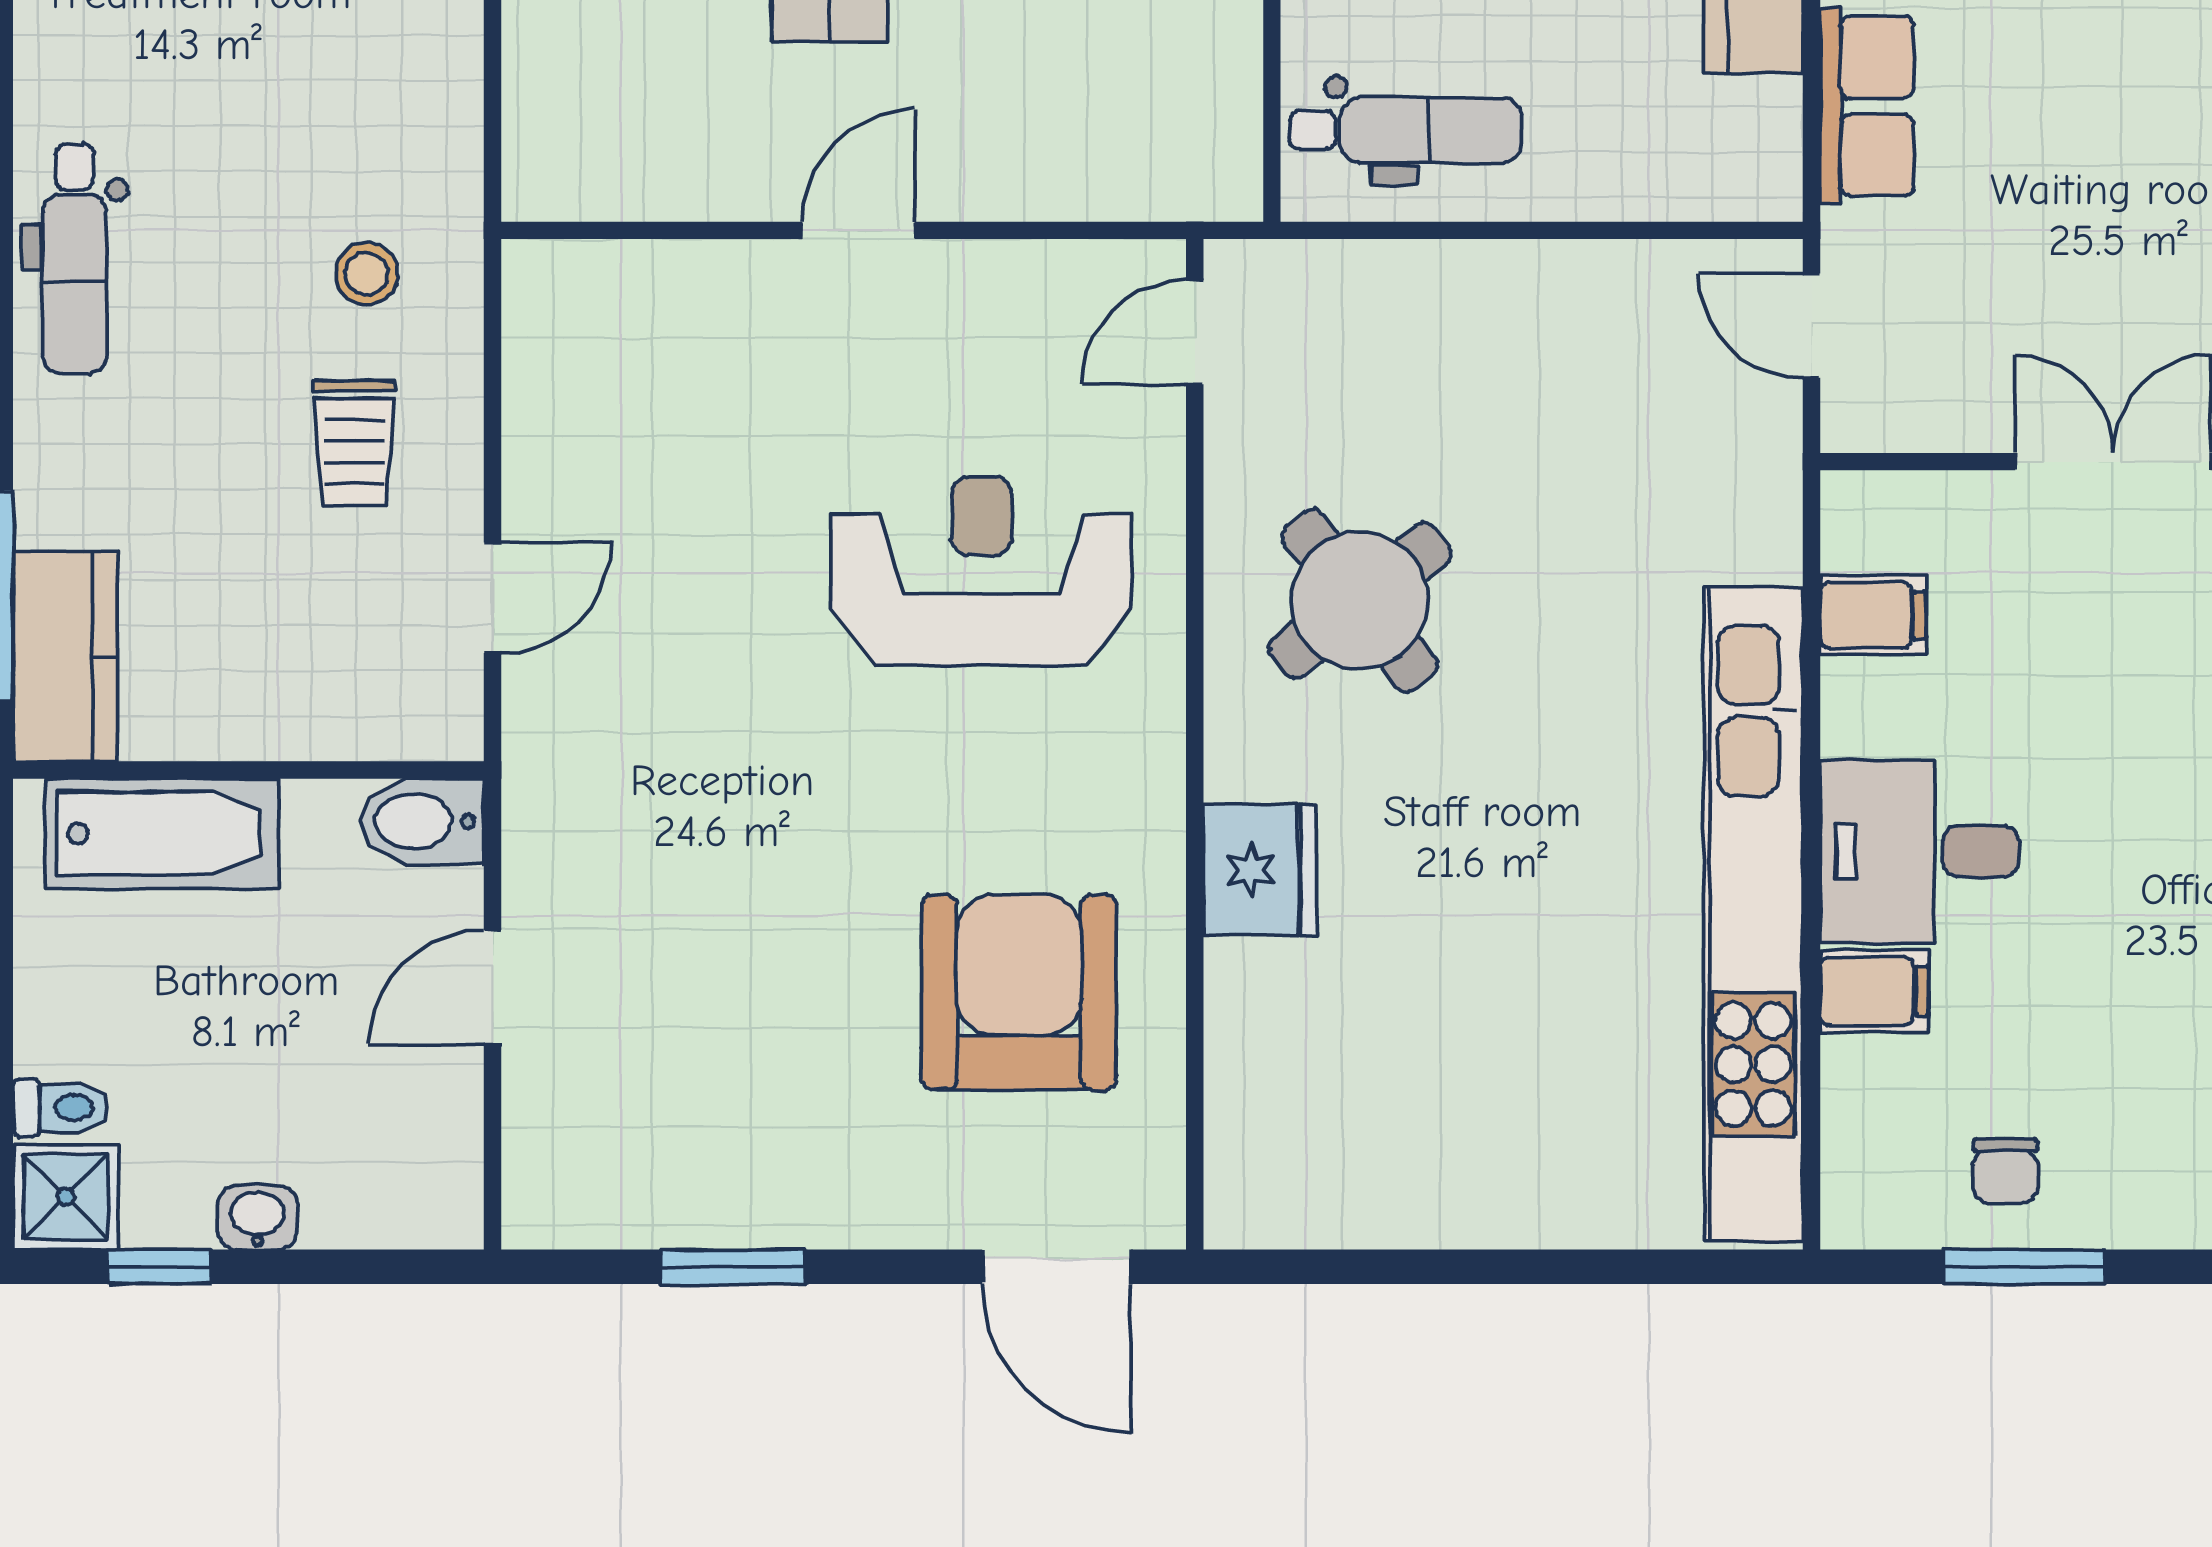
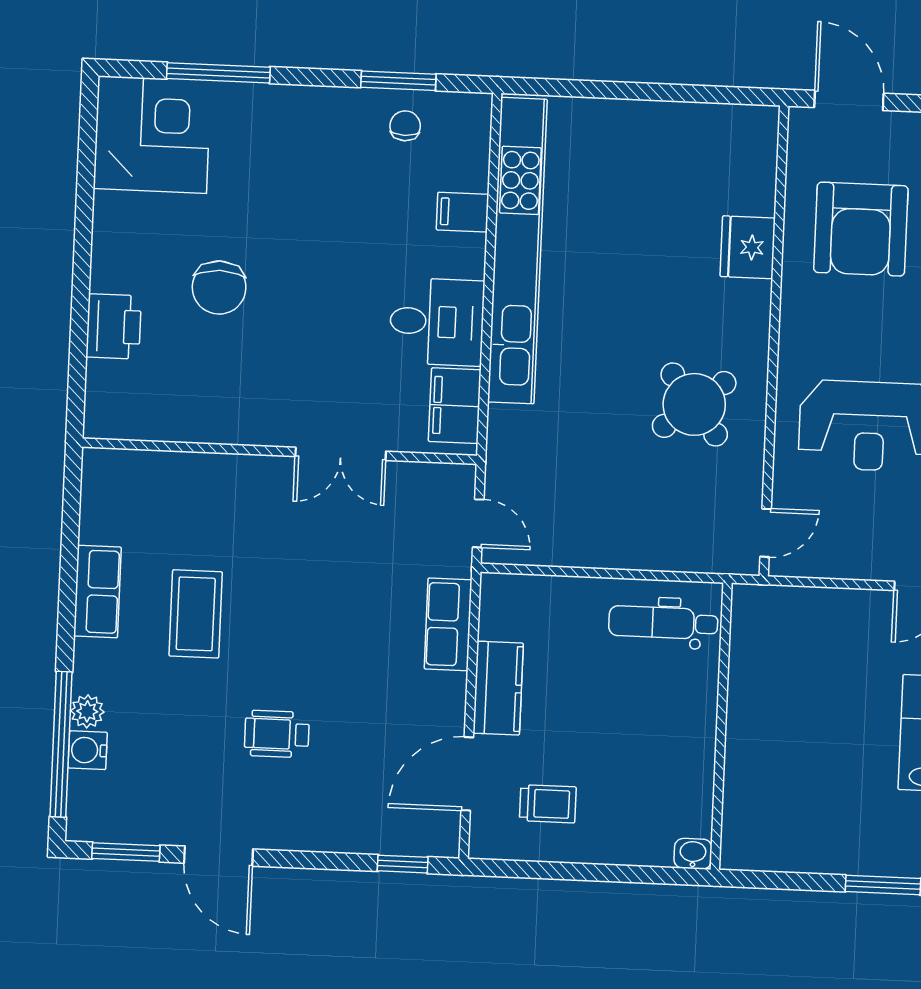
filing cabinet: (1873, 615) -> (455, 406), width x2.00
desk: (1919, 852) -> (437, 322), moved
fridge: (1260, 870) -> (748, 247), moved

